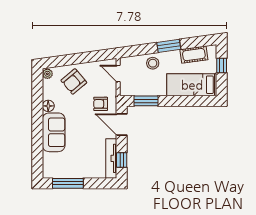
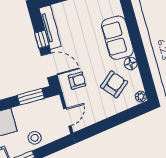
door: (118, 74) -> (67, 117), hinge flipped
armchair: (74, 81) -> (114, 84), moved
window: (122, 160) -> (42, 39), moved

